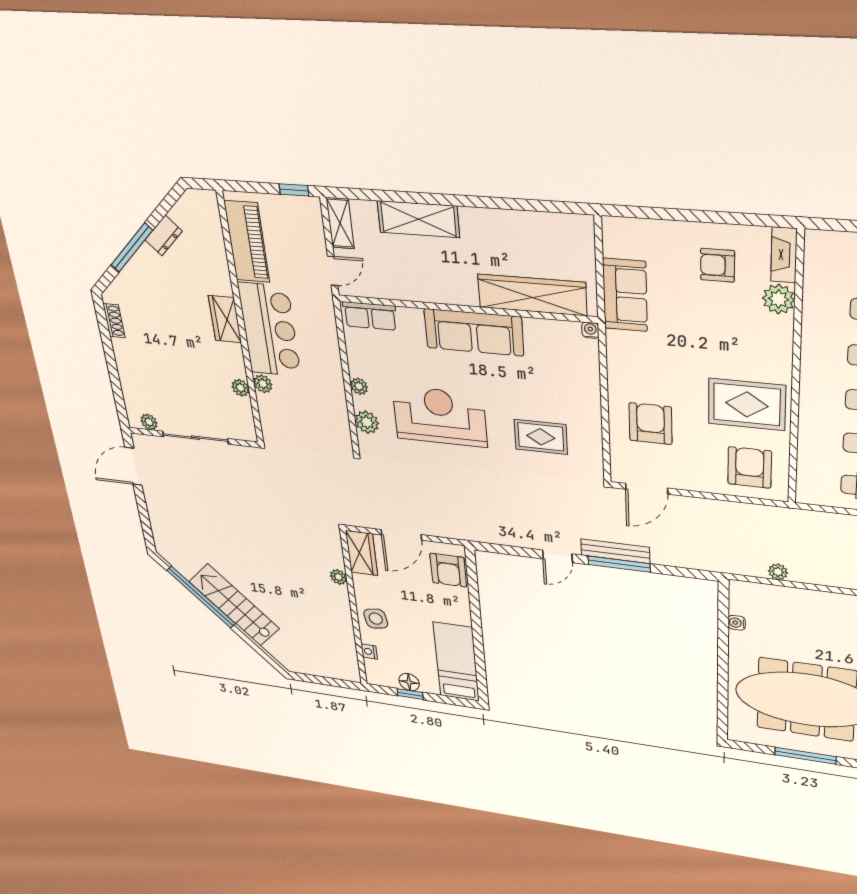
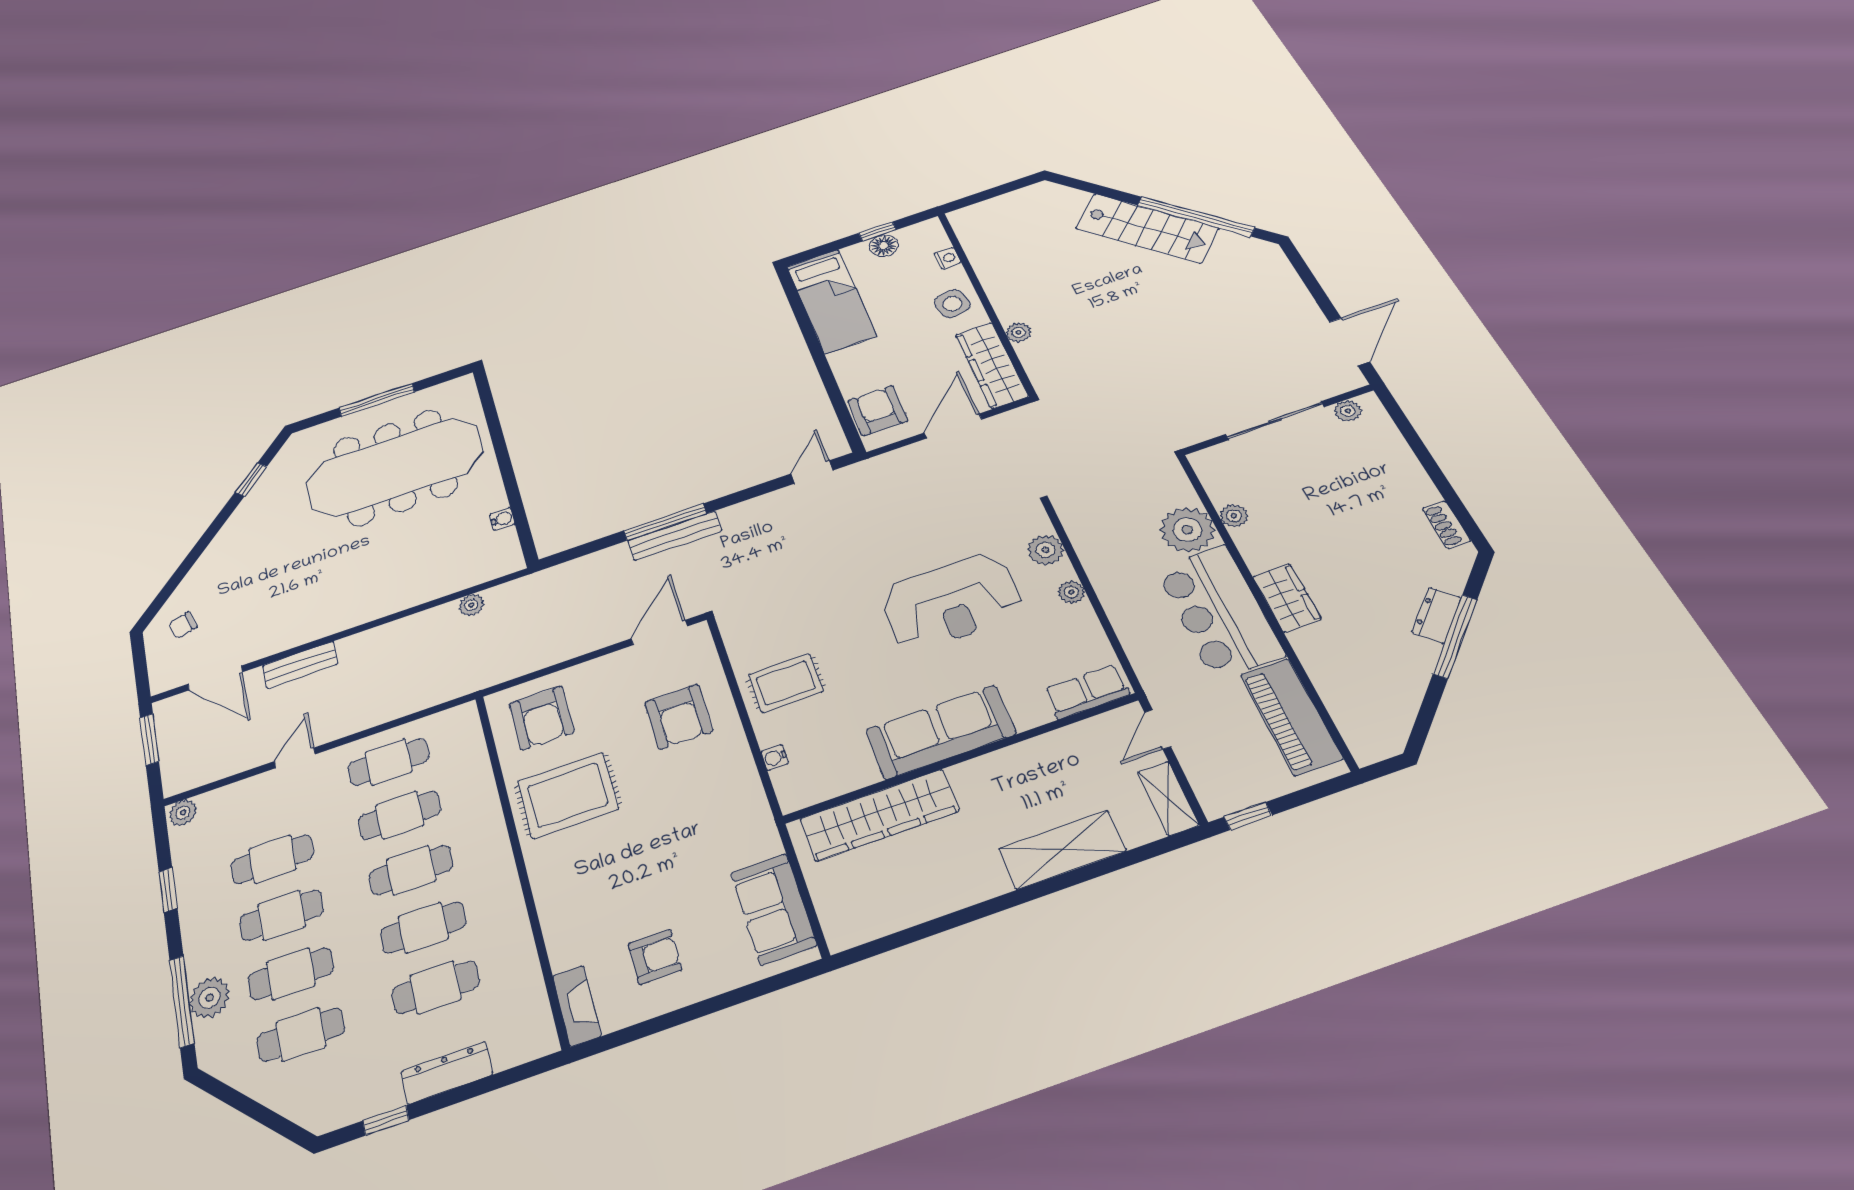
dresser: (164, 235) -> (1436, 615), moved
sofa: (625, 295) -> (773, 909), moved
plant: (779, 299) -> (567, 946), removed
water cooler: (590, 330) -> (775, 758), moved, turned 90
plant: (263, 384) -> (1187, 530), width x1.87, depth x1.87
rug: (541, 437) -> (786, 683), moved
wardrobe: (362, 553) -> (992, 365), width x1.50
door: (557, 556) -> (812, 472), moved

